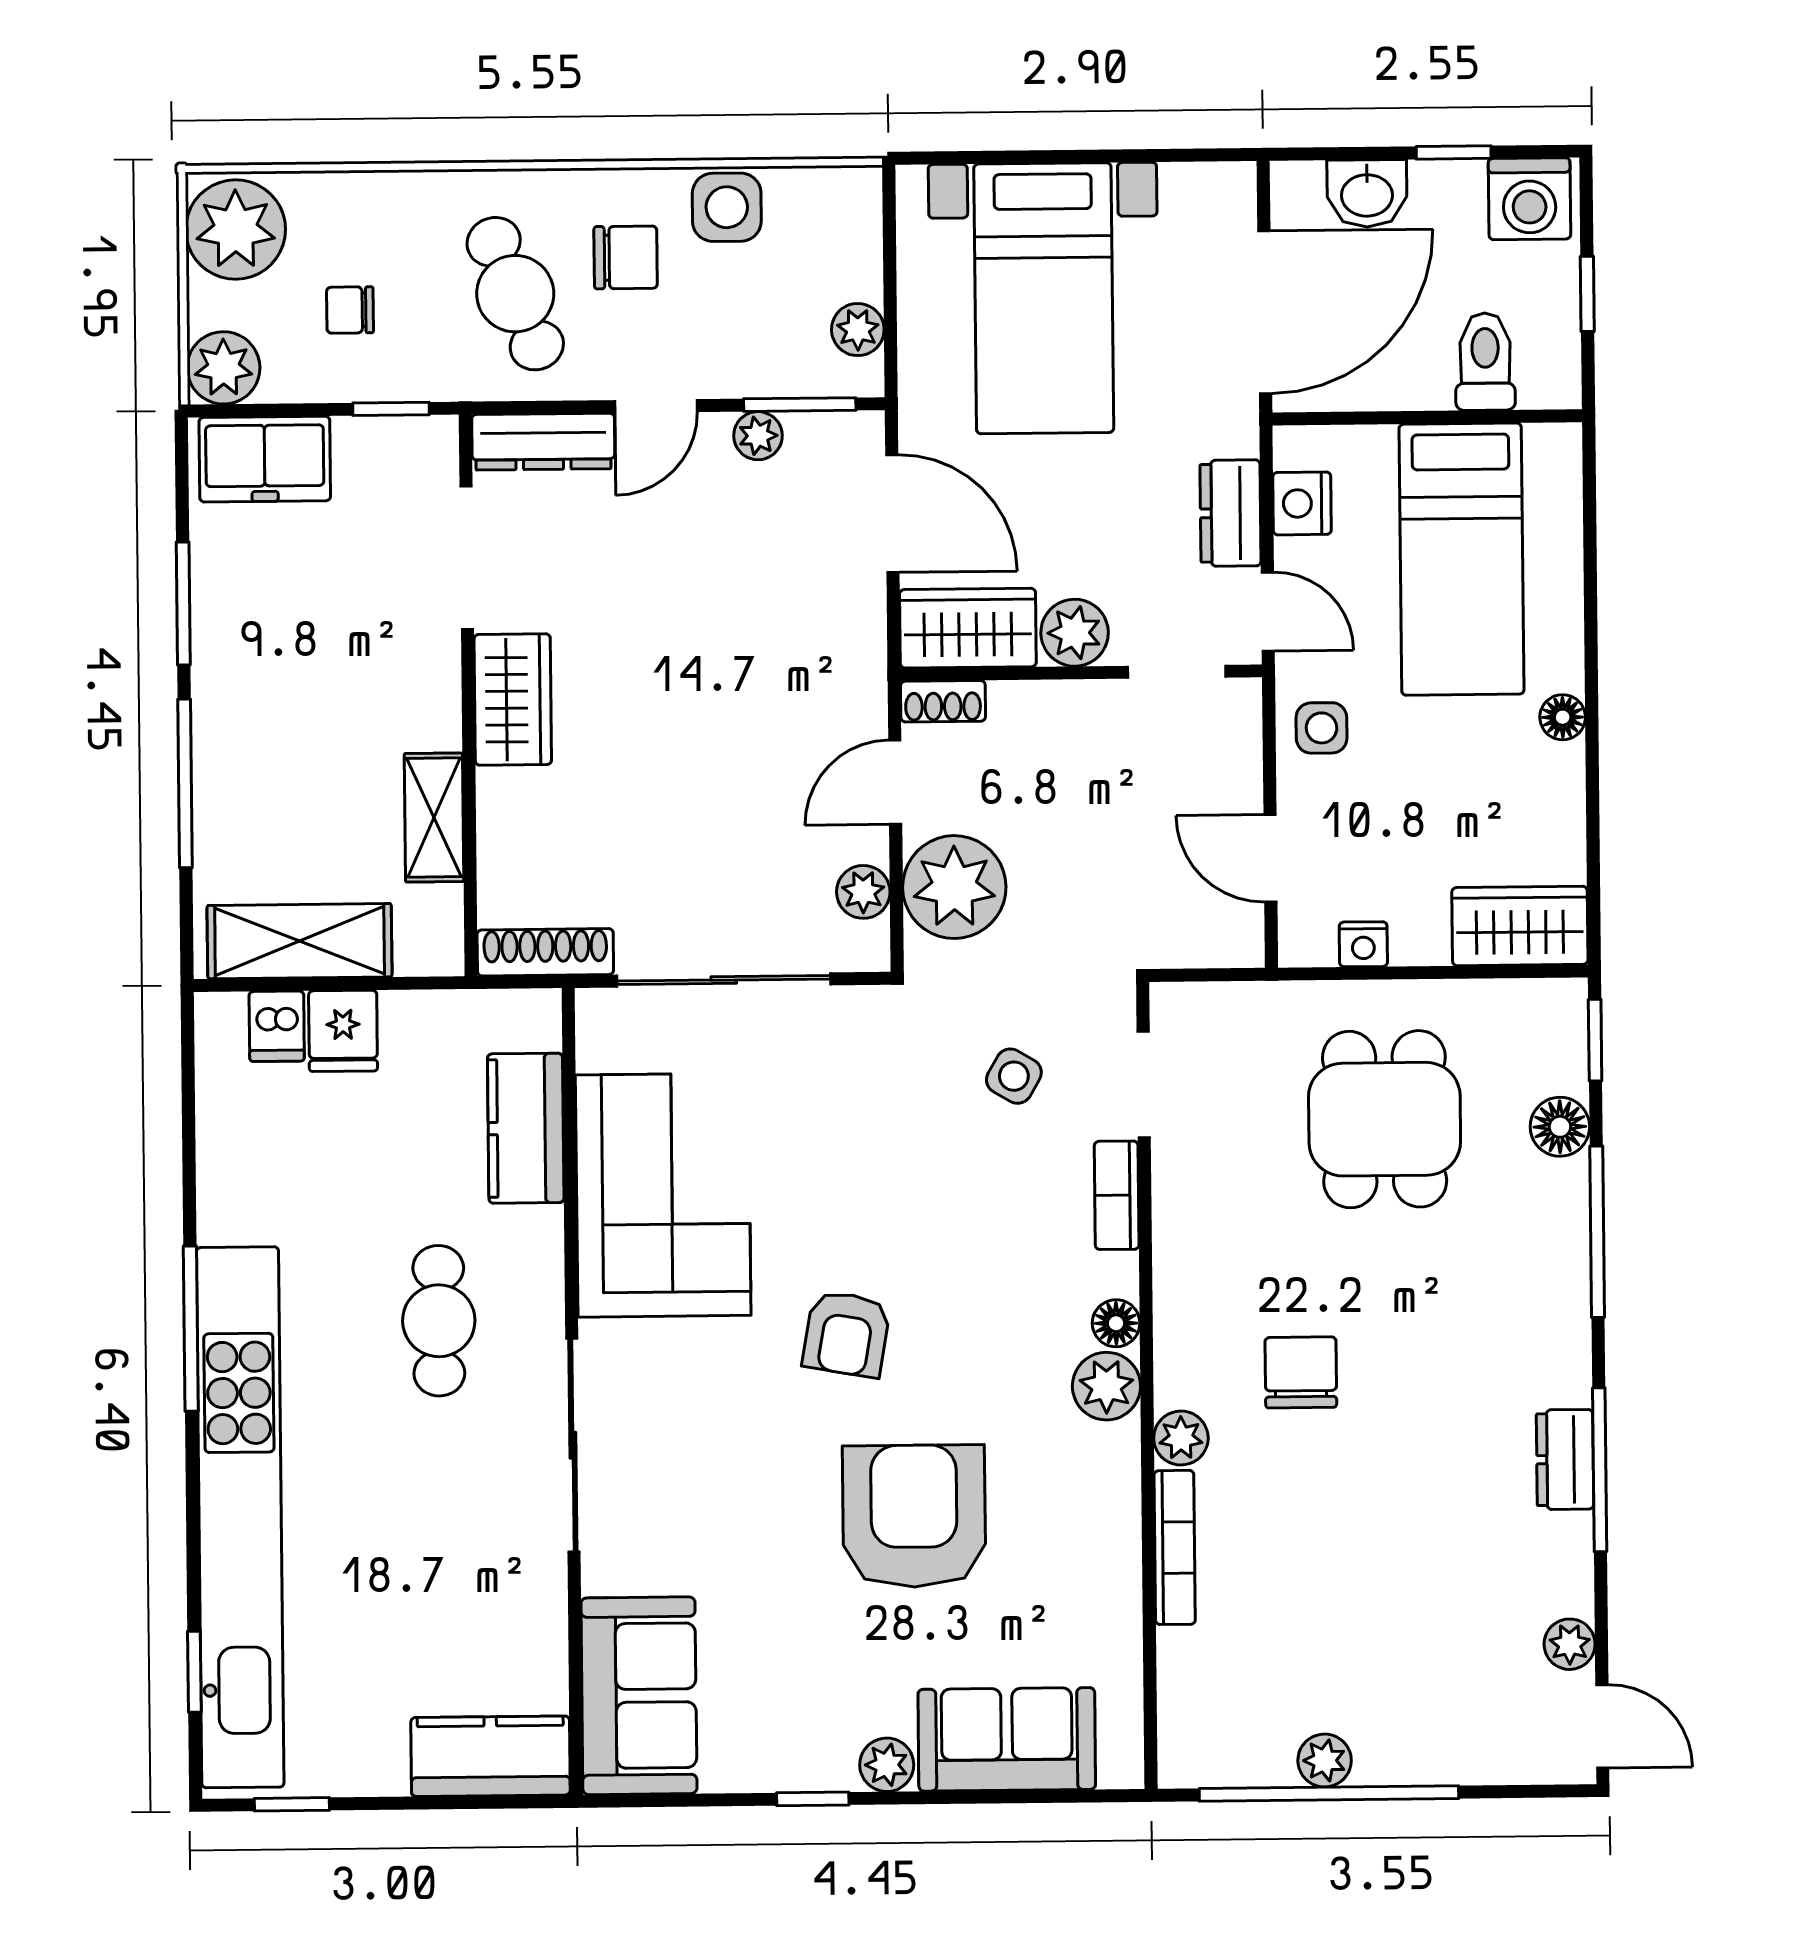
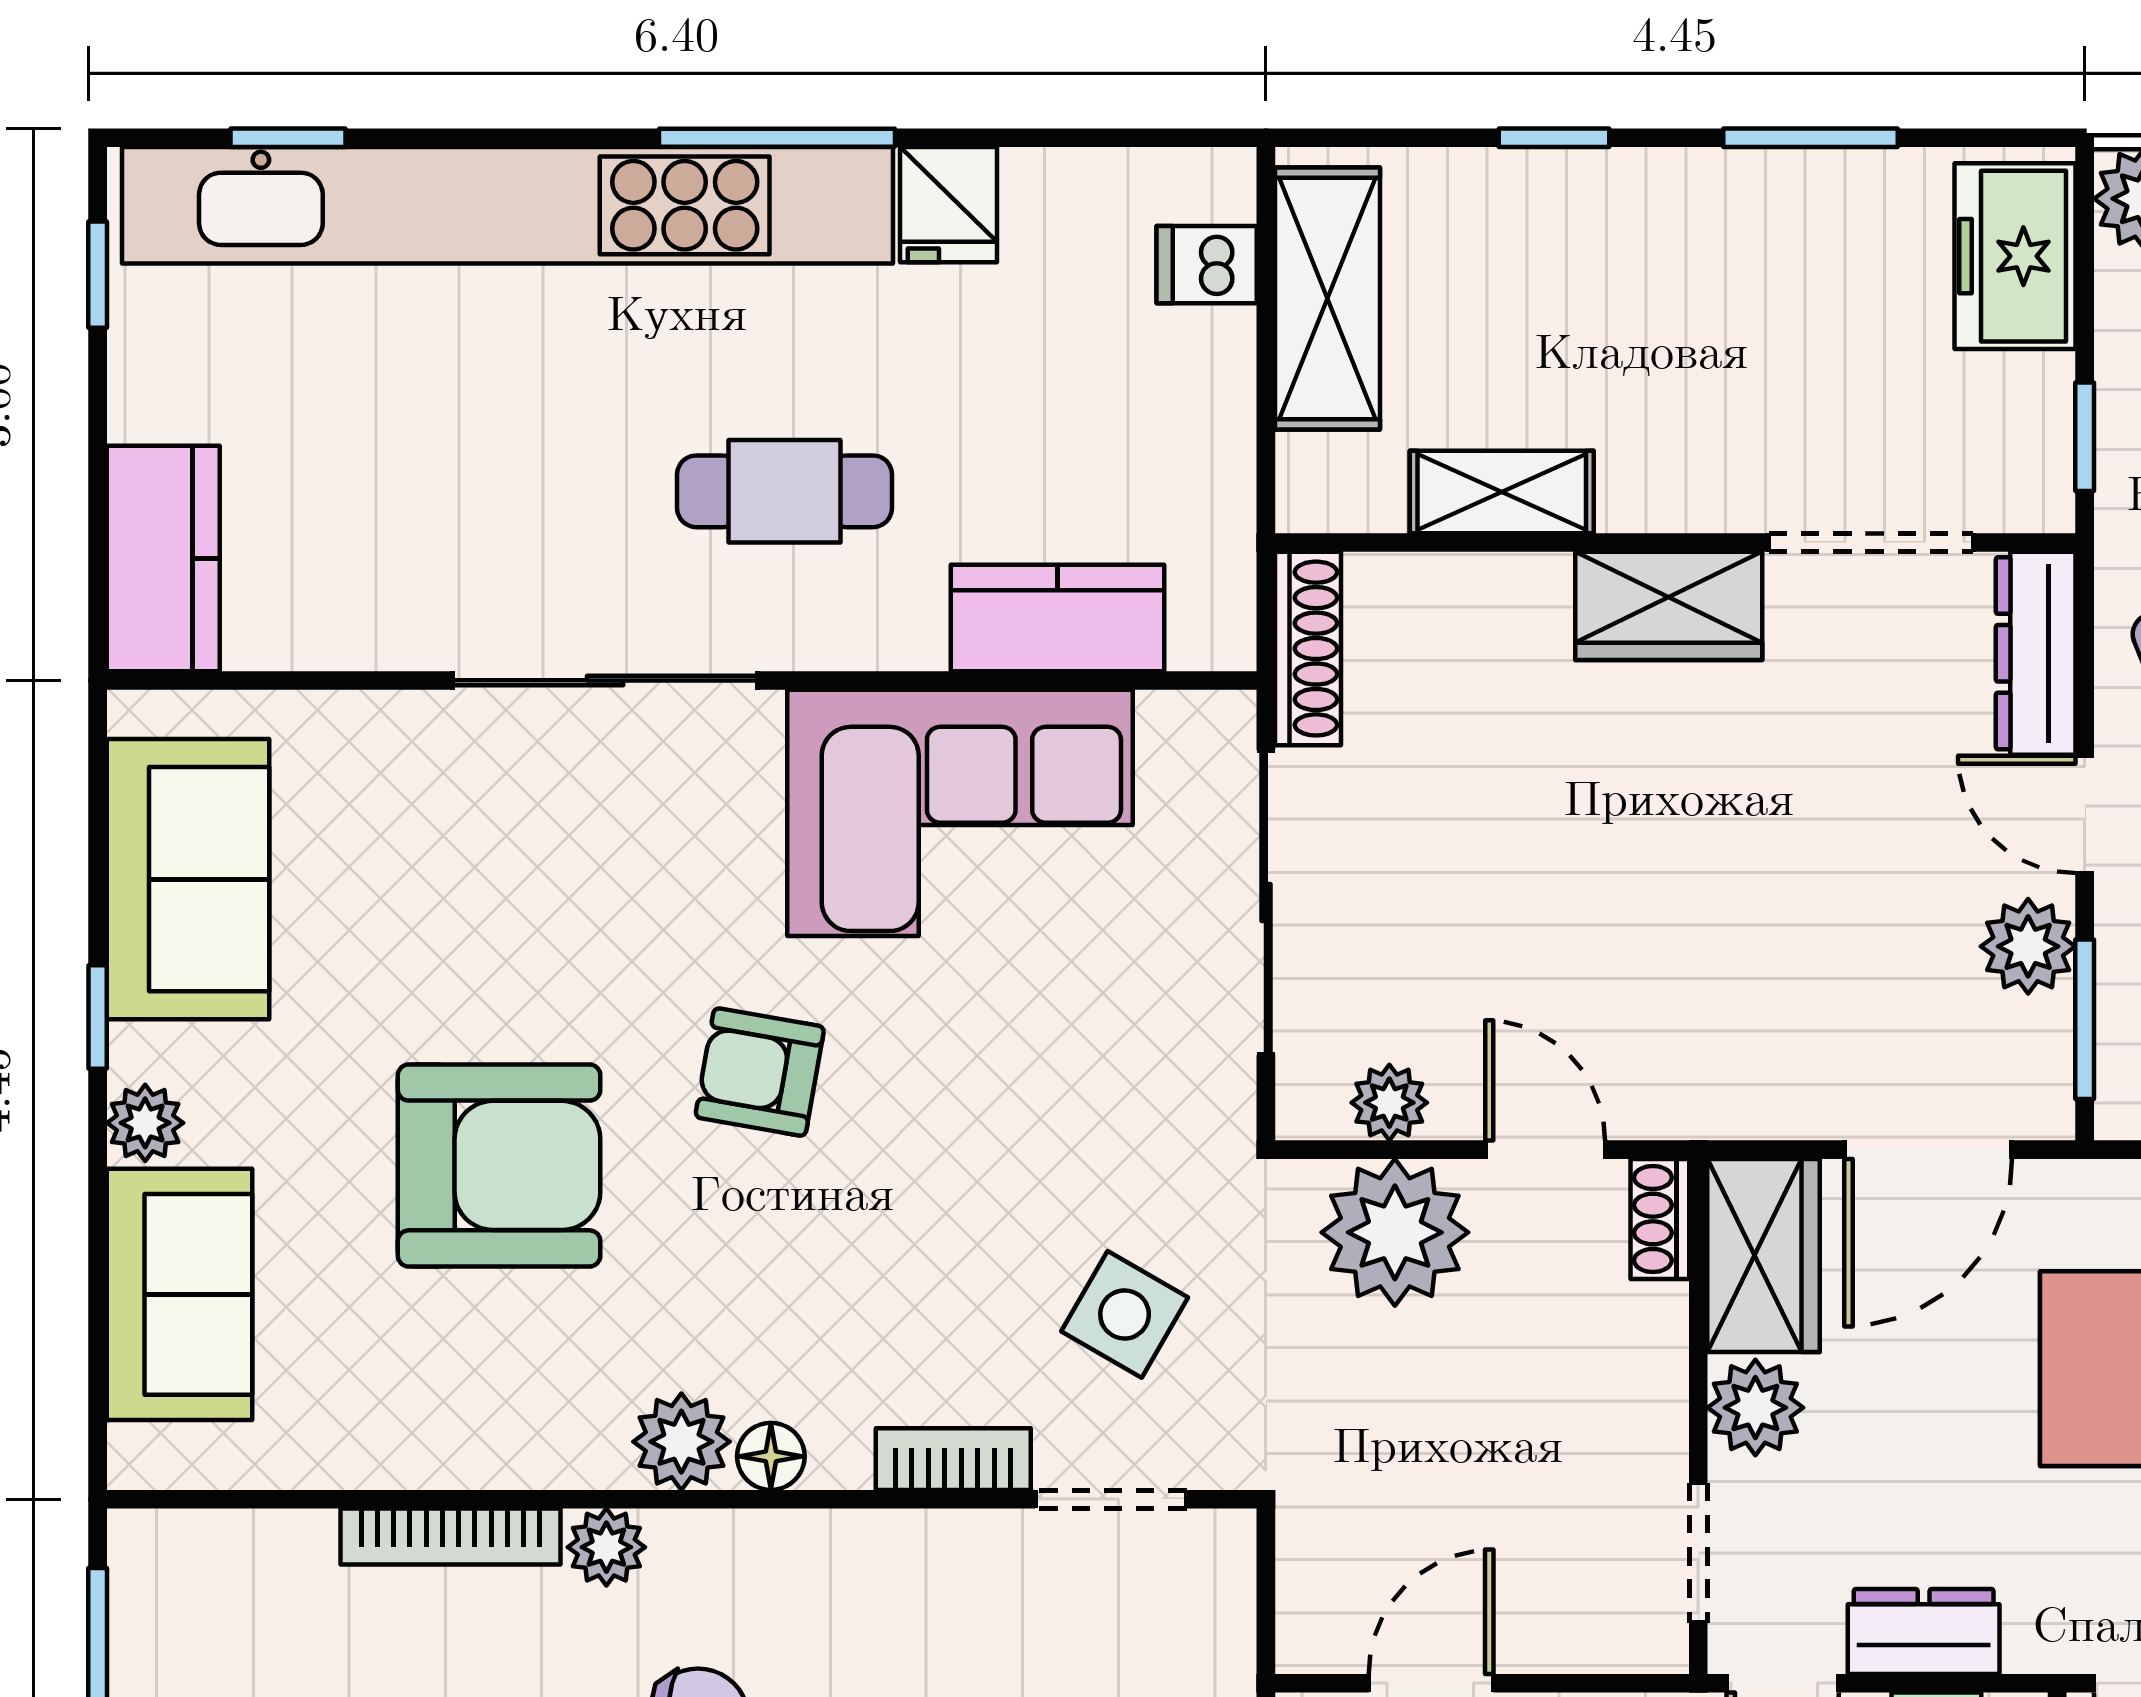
plant: (758, 436) -> (2028, 946), width x1.38, depth x1.38
window: (185, 783) -> (1554, 138), width x0.46
fridge: (343, 1031) -> (948, 205), moved, turned -90
side table: (1014, 1076) -> (1125, 1314), width x1.37, depth x1.37
sofa: (639, 1696) -> (188, 879), moved, turned -90

